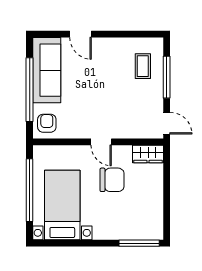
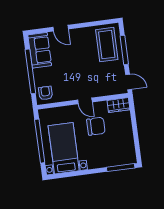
coffee table: (143, 66) -> (107, 45), width x1.86, depth x1.72
sofa: (47, 70) -> (40, 50), width x0.73

